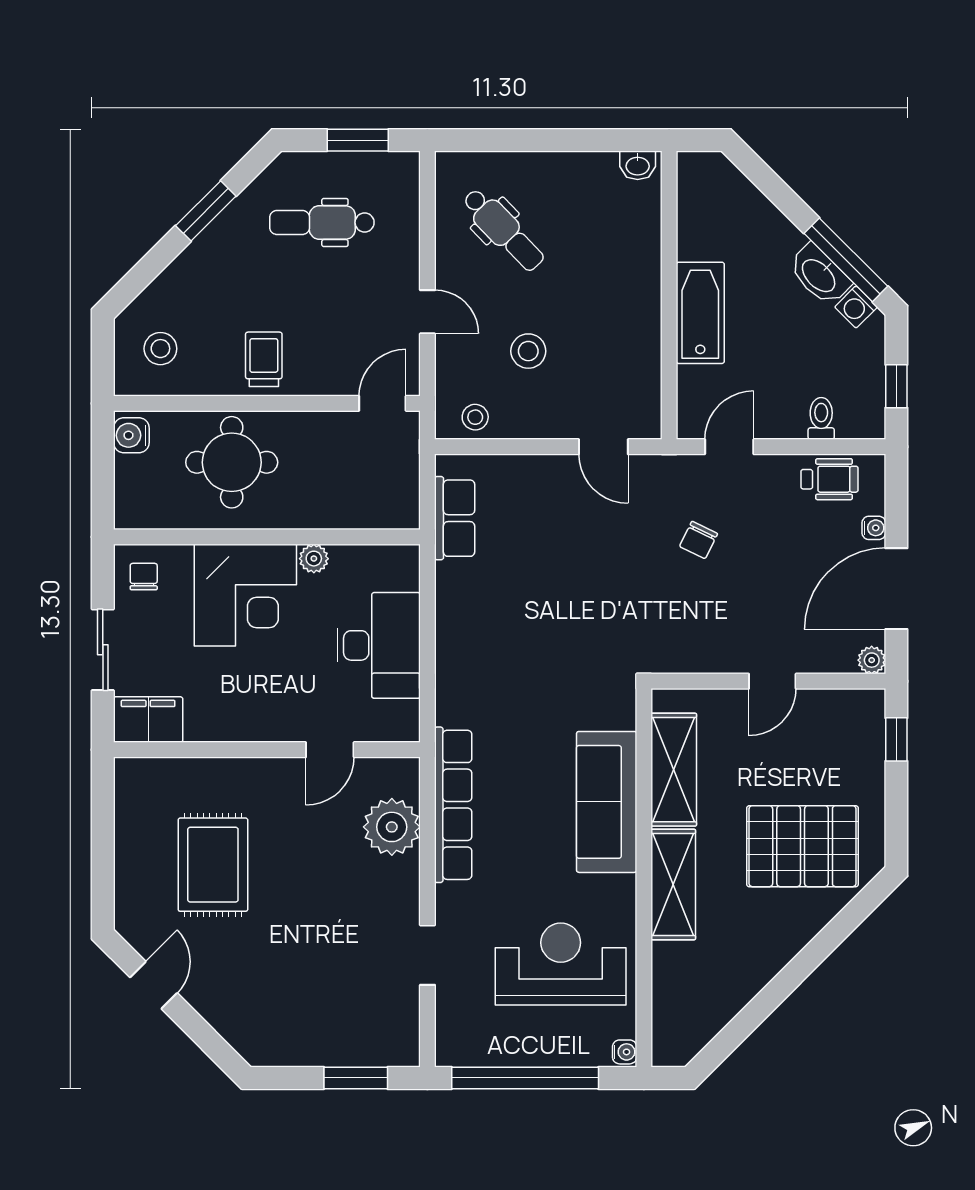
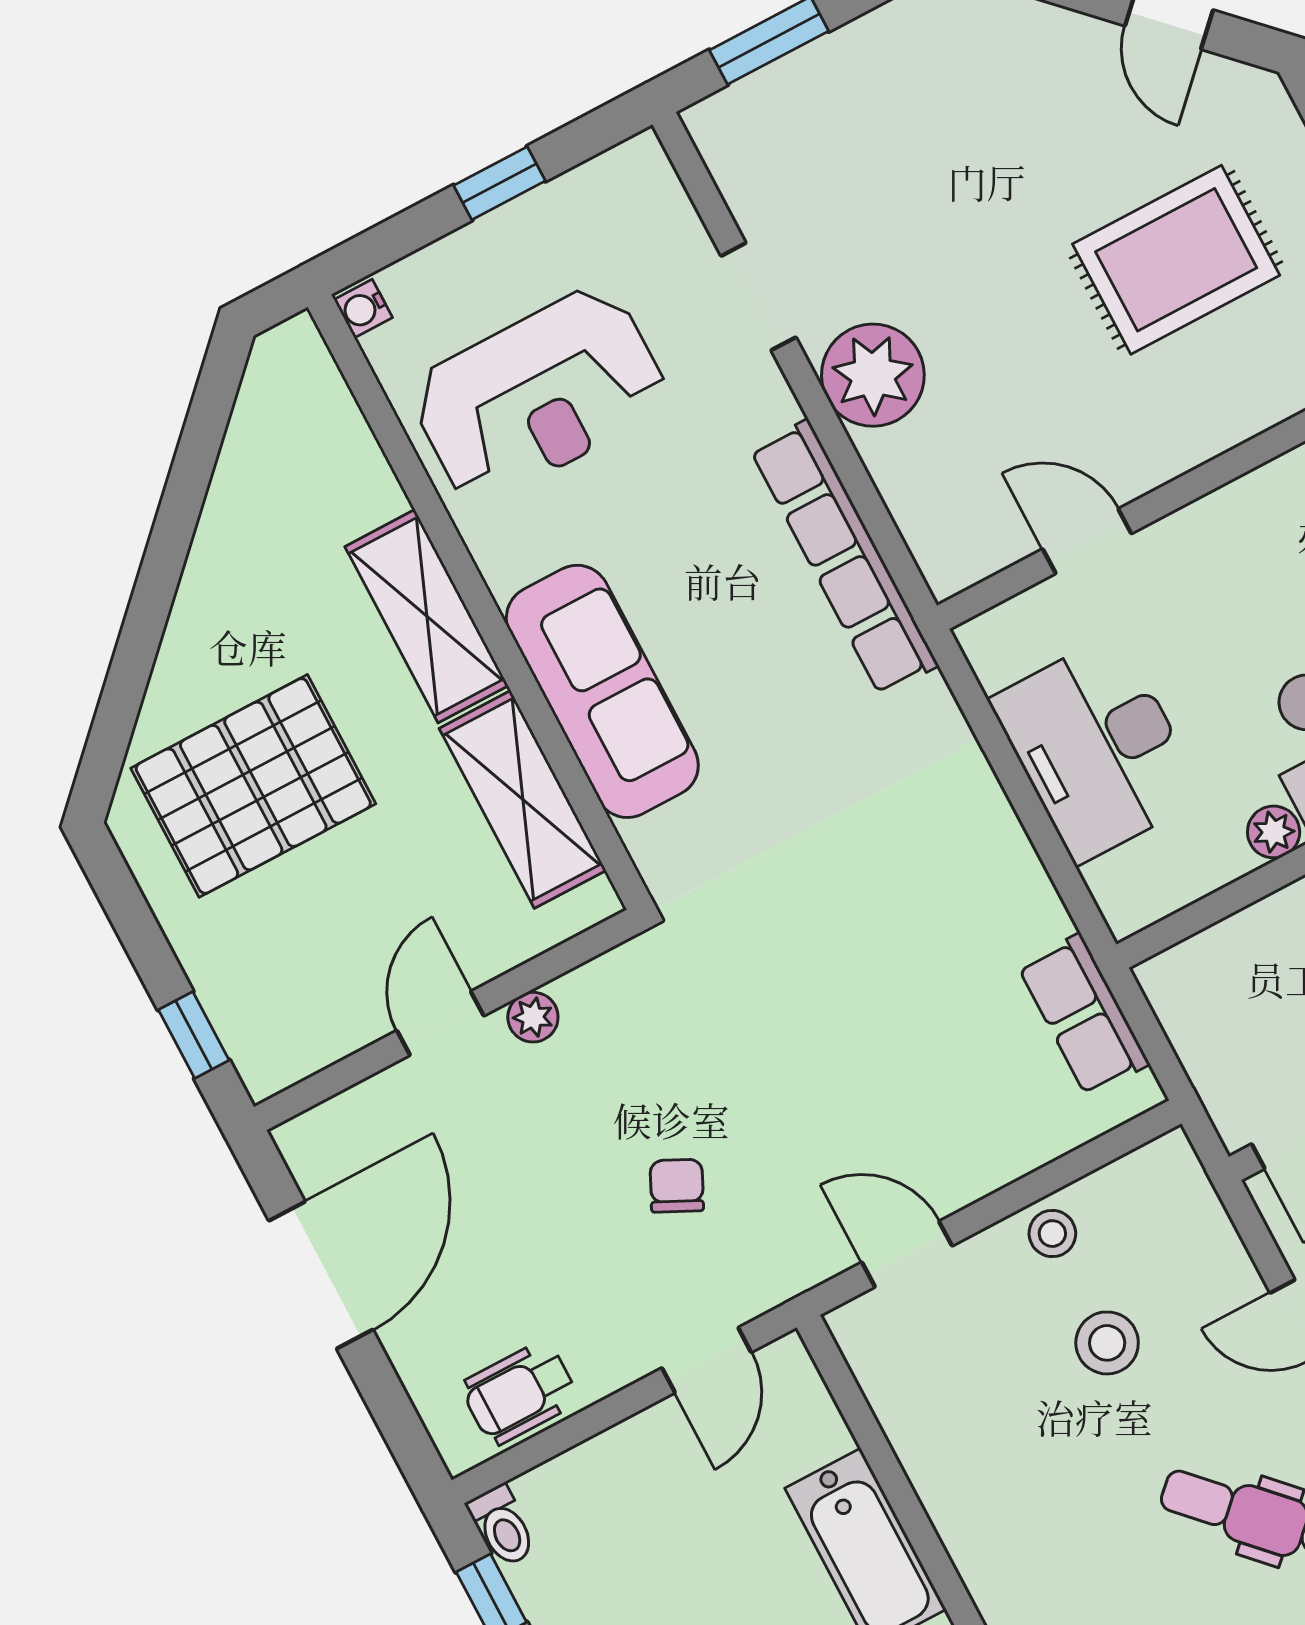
stool: (475, 417) -> (1052, 1234), moved
toilet: (821, 418) -> (502, 1526), moved
water cooler: (874, 528) -> (408, 1353), removed
plant: (872, 660) -> (533, 1017), moved
door: (330, 750) -> (1087, 541), hinge flipped
plant: (392, 827) -> (873, 375), moved
rug: (213, 865) -> (1176, 260), turned 90
window: (525, 1078) -> (500, 183), width x0.32

